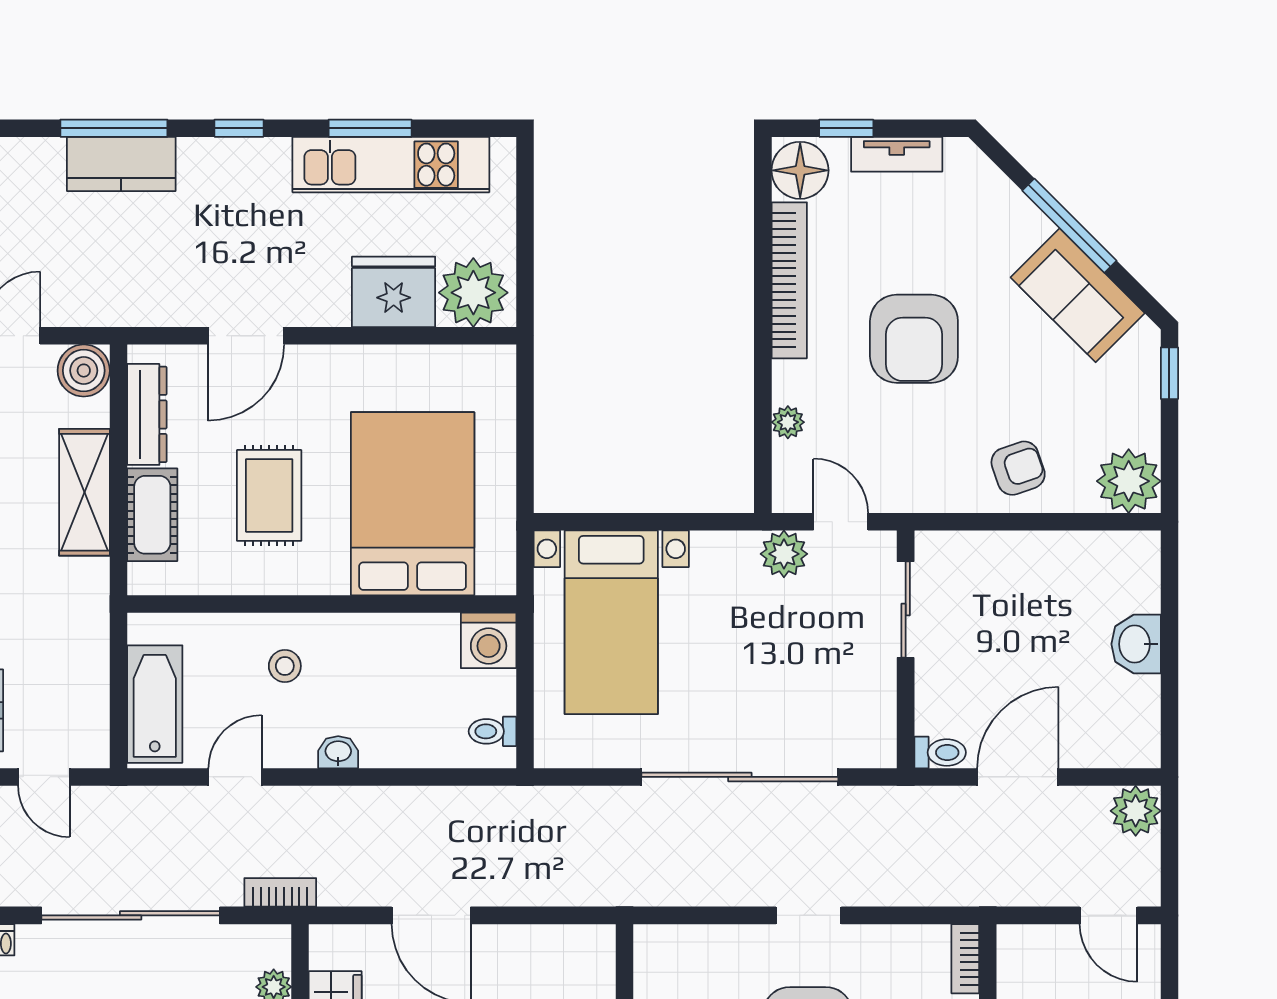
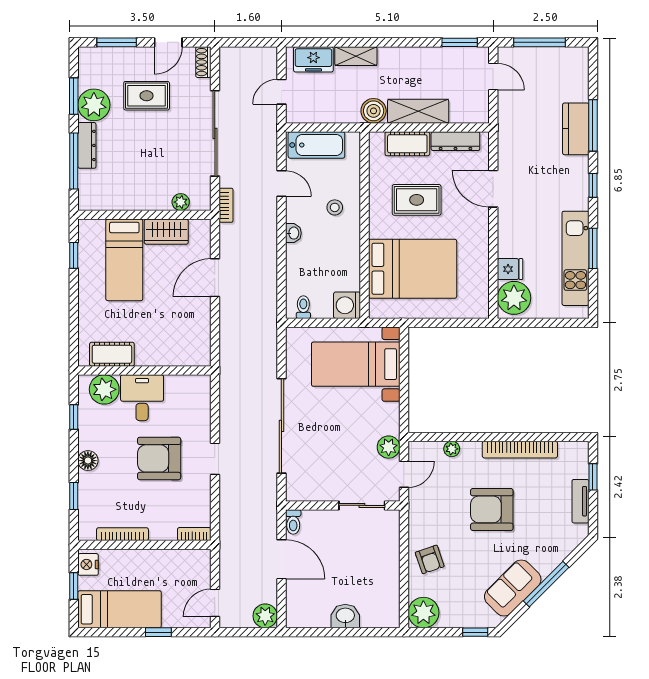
floor lamp: (800, 170) -> (573, 455), removed
fridge: (394, 292) -> (510, 269), width x0.53, depth x0.75
boiler: (84, 371) -> (374, 111), moved

